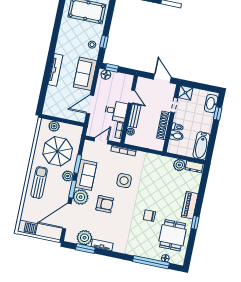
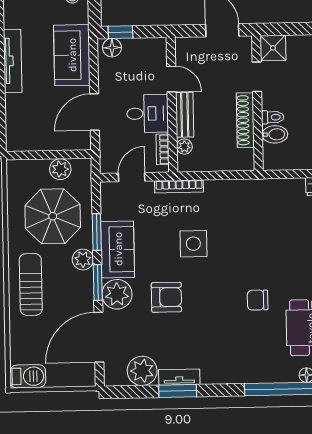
plant: (54, 126) -> (60, 169), moved
plant: (179, 165) -> (293, 190), removed
window: (85, 249) -> (178, 391), moved

